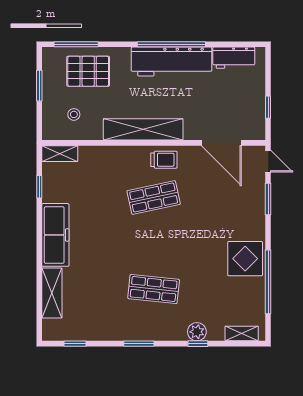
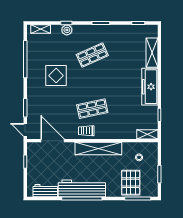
pallet: (88, 71) -> (131, 183), turned 90
display table: (245, 259) -> (56, 76), moved
shop shelf: (154, 289) -> (92, 55), turned -30

